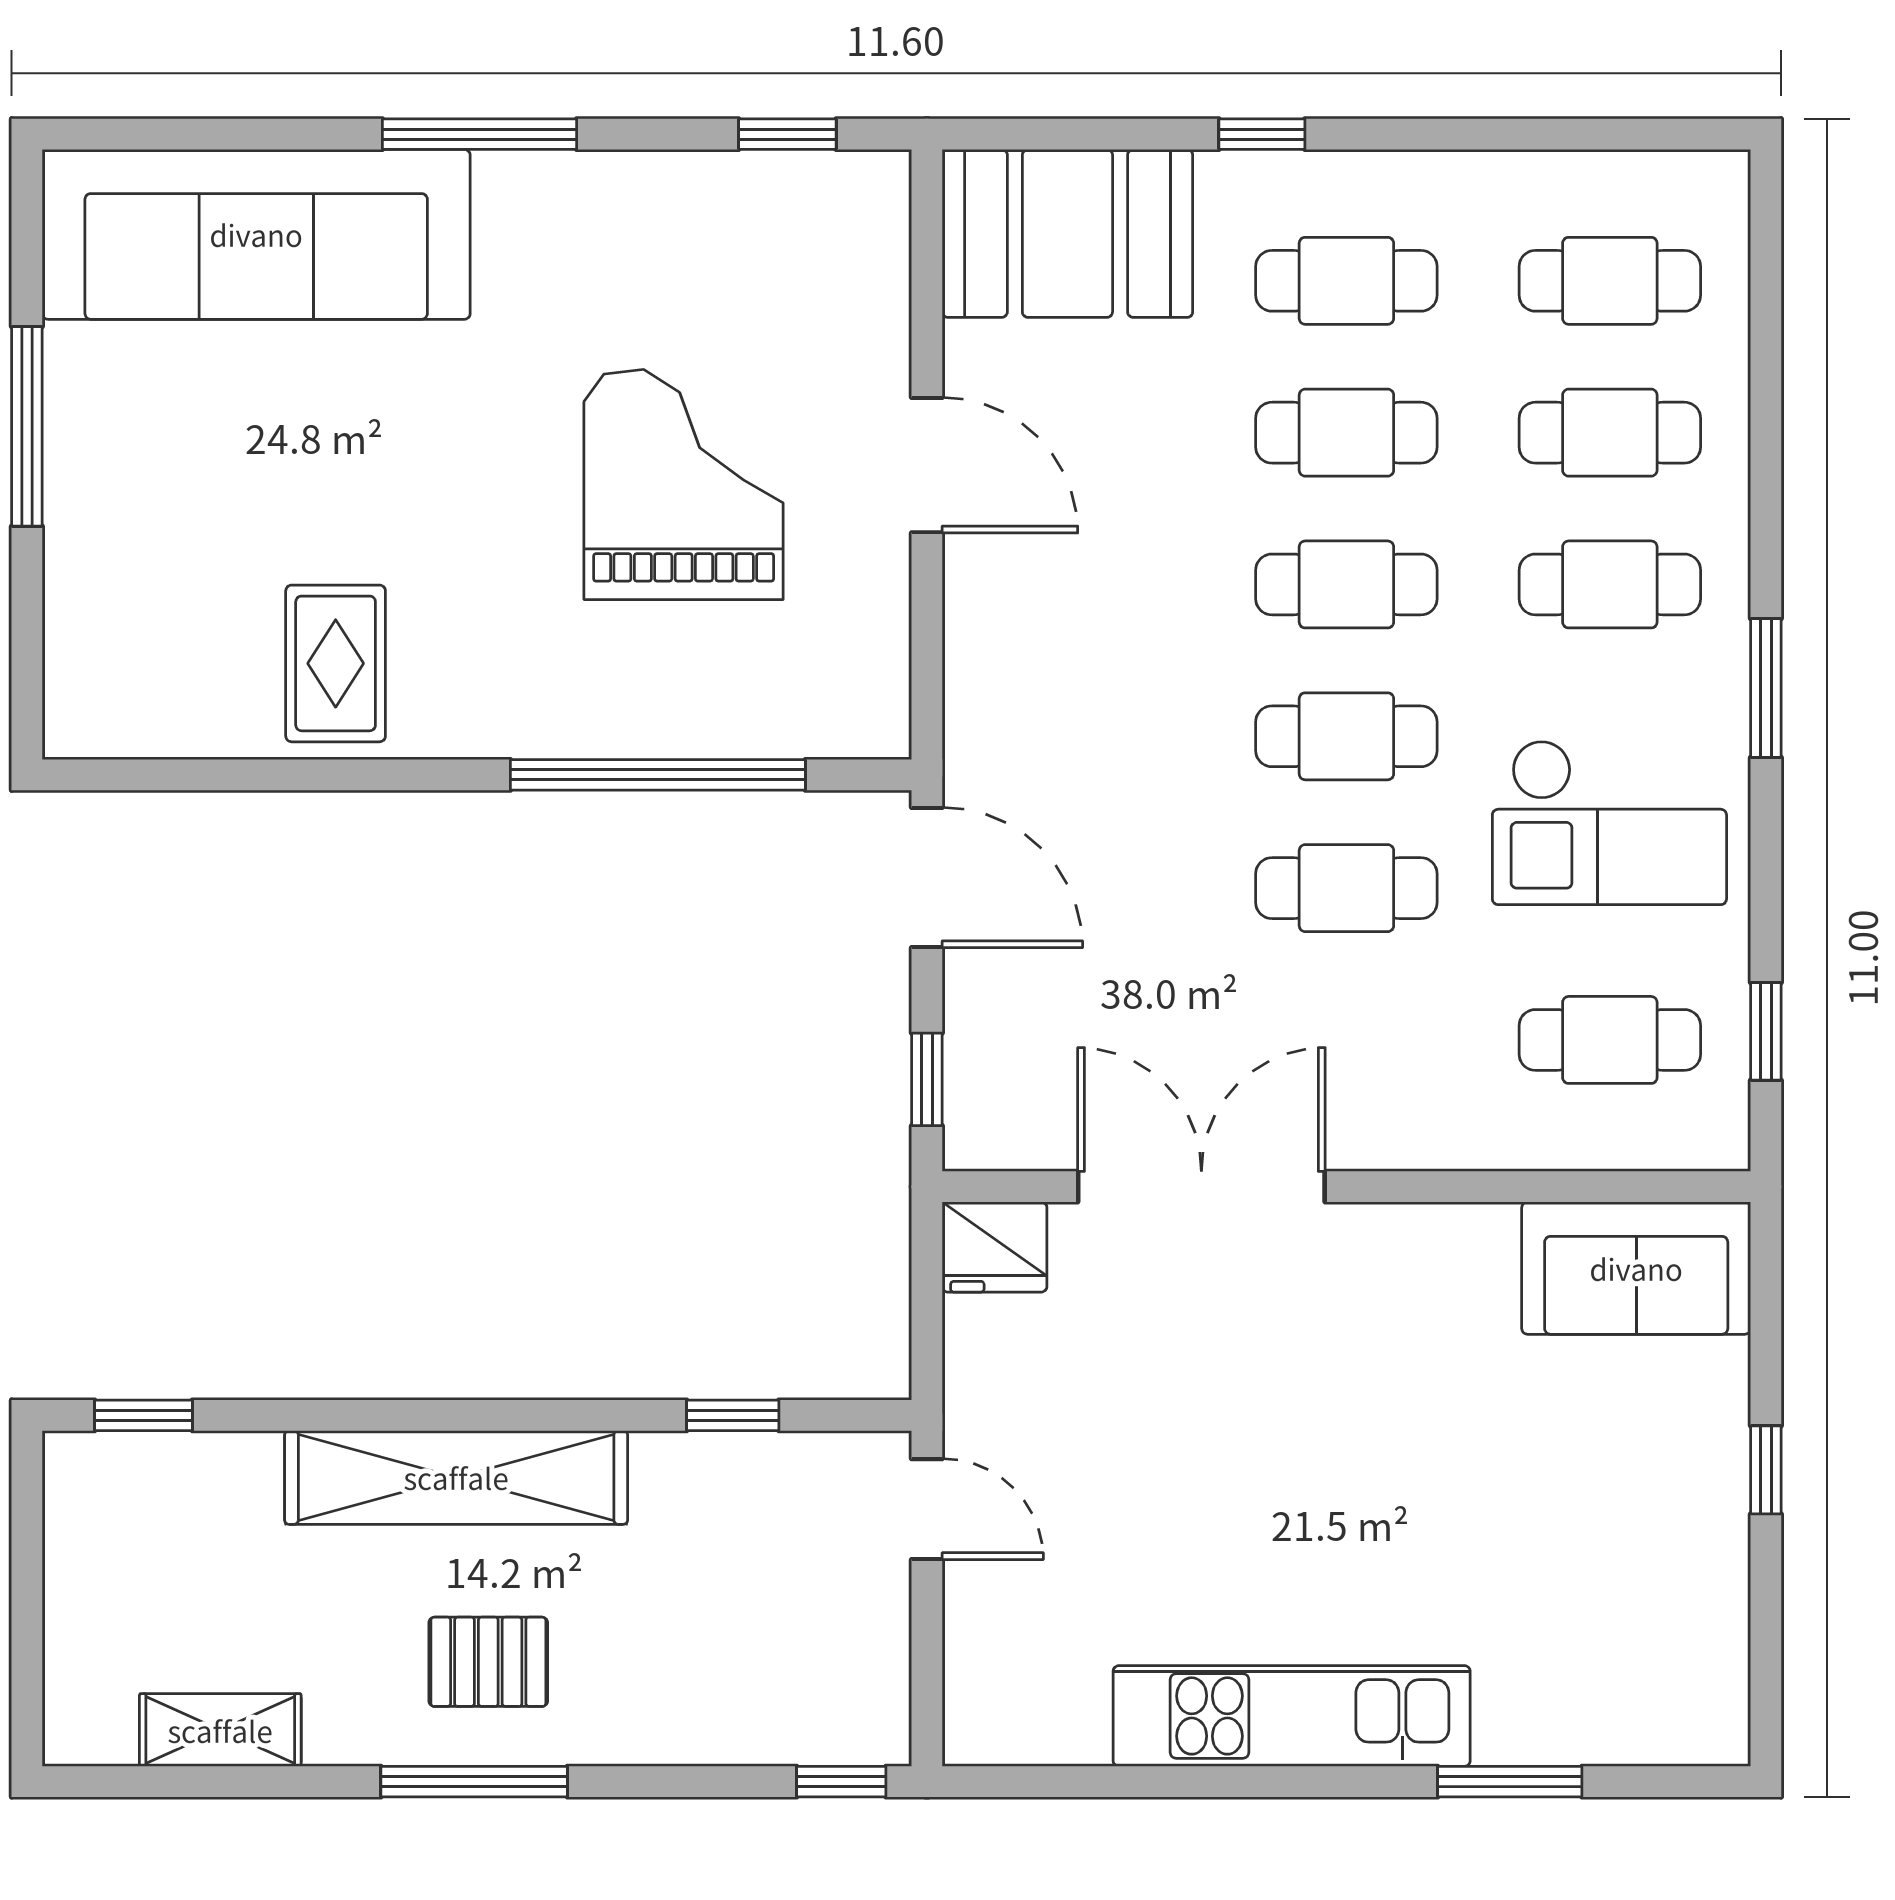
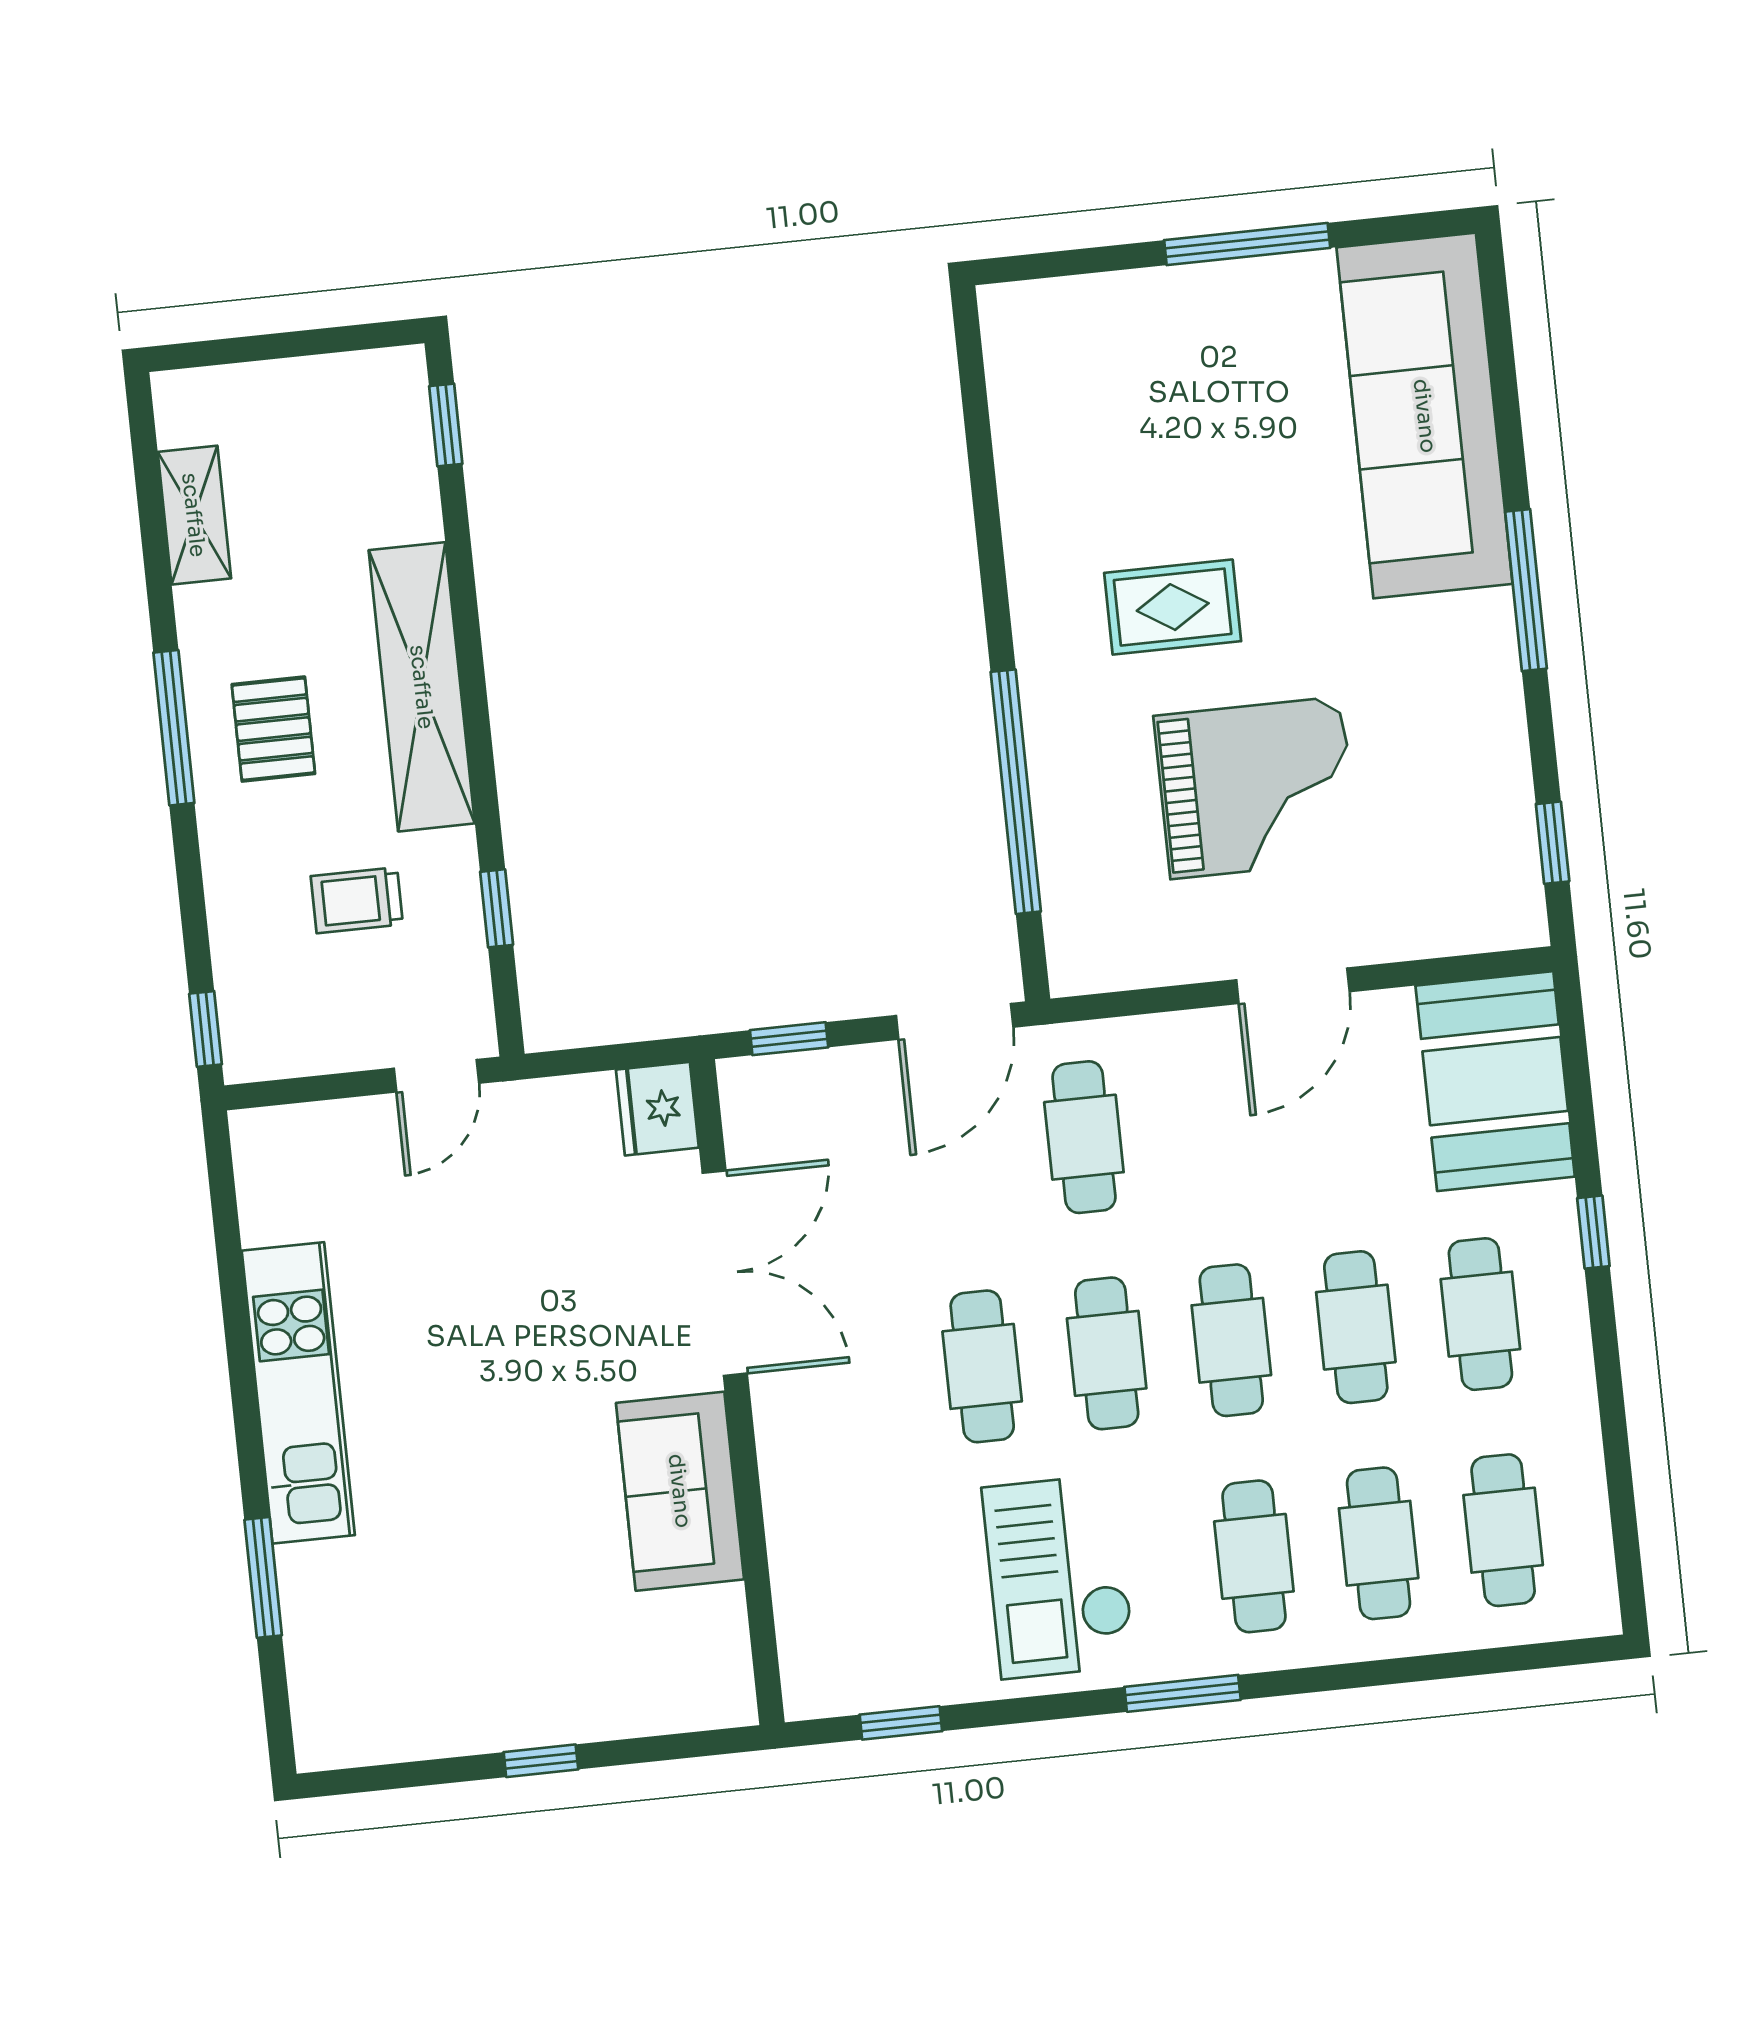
rug: (336, 663) -> (1173, 607), moved
cafe table: (1610, 1040) -> (1084, 1137), moved
sofa: (1636, 1268) -> (680, 1491), moved
trolley: (705, 1583) -> (357, 900), added

